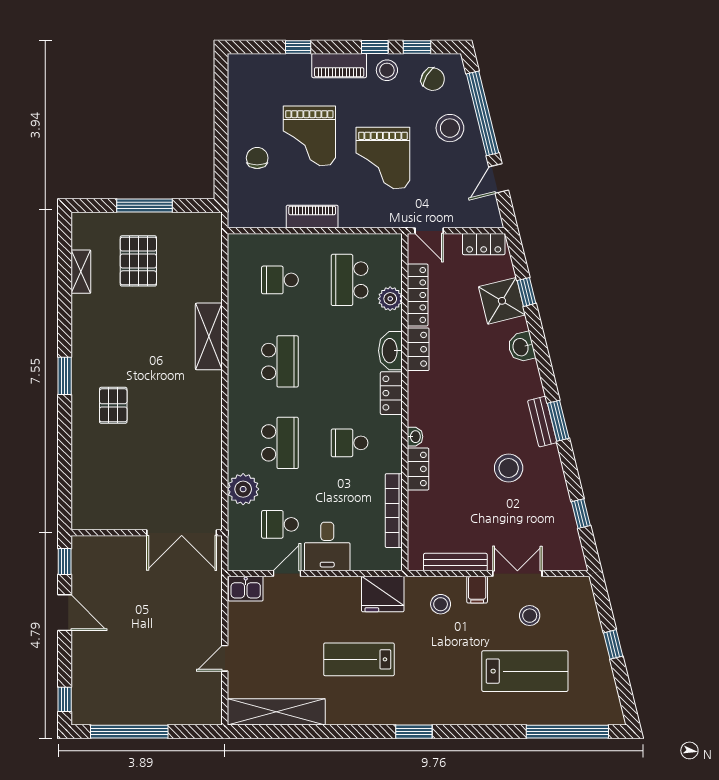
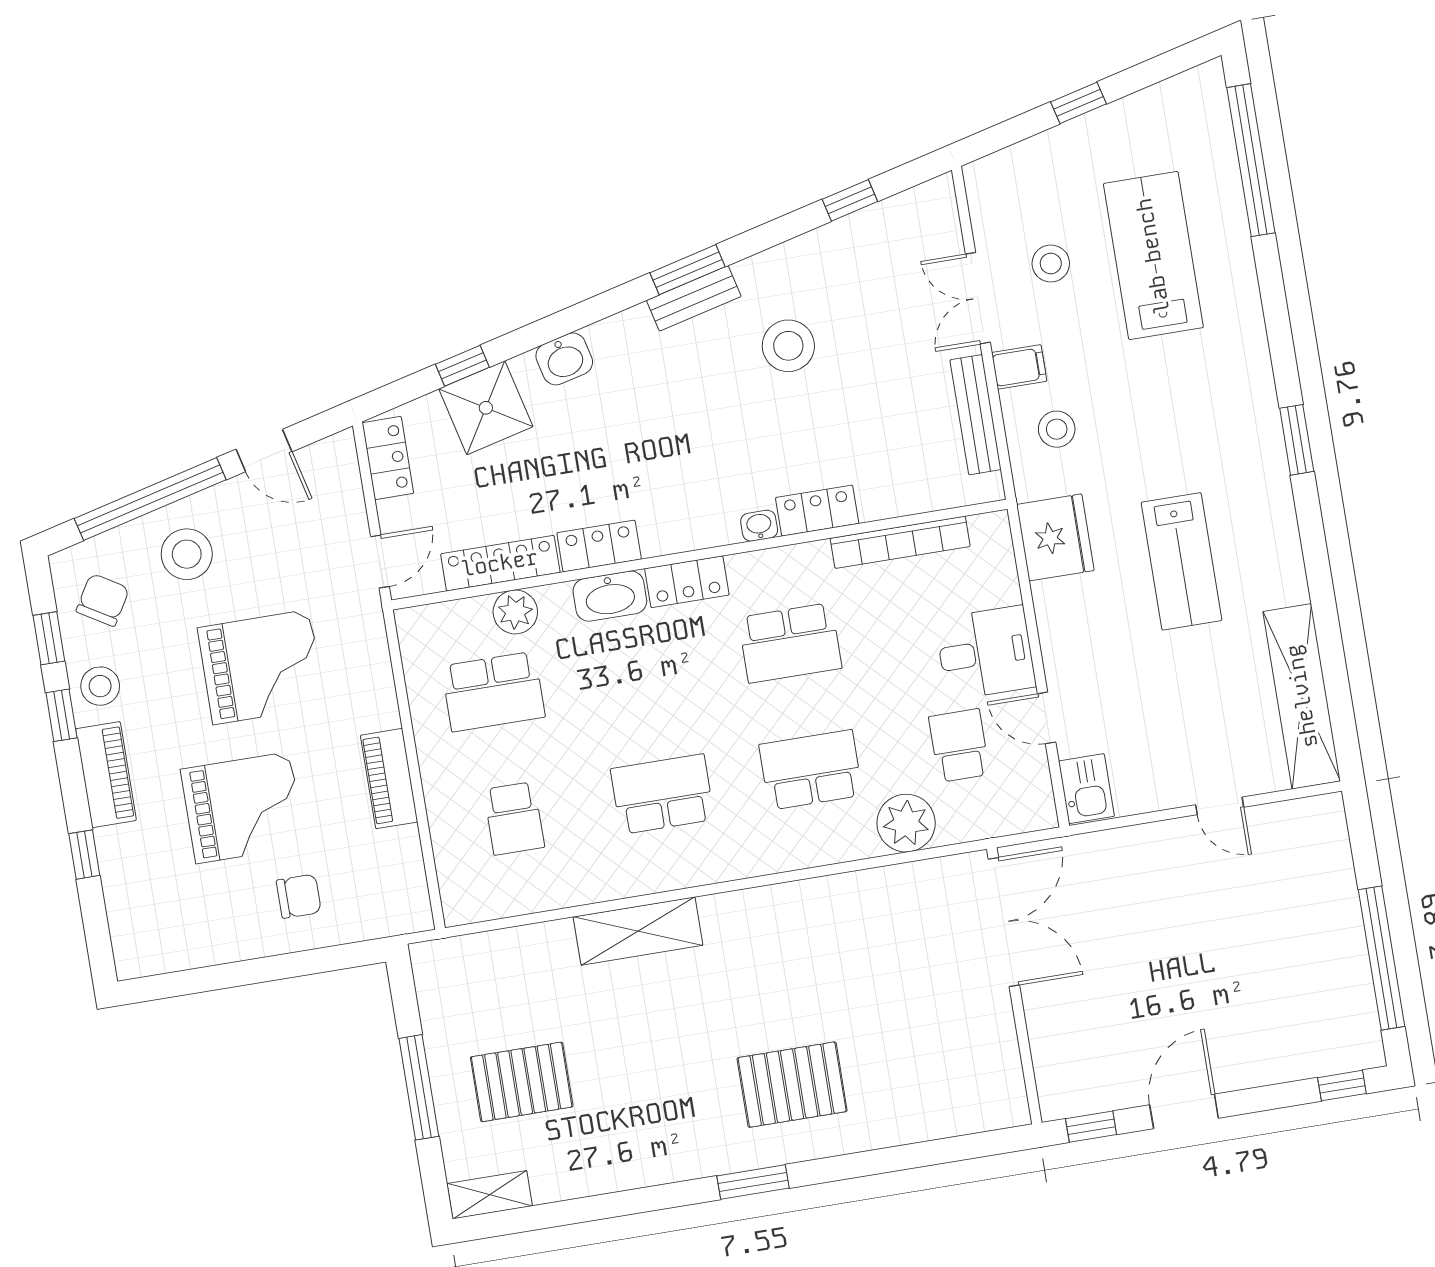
chair: (257, 158) -> (299, 896), turned 180
shelving: (81, 272) -> (490, 1195), moved
pallet: (113, 405) -> (792, 1085), width x1.50, depth x1.42
school desk: (350, 443) -> (790, 643), width x1.85
school desk: (280, 524) -> (959, 746), turned 180

